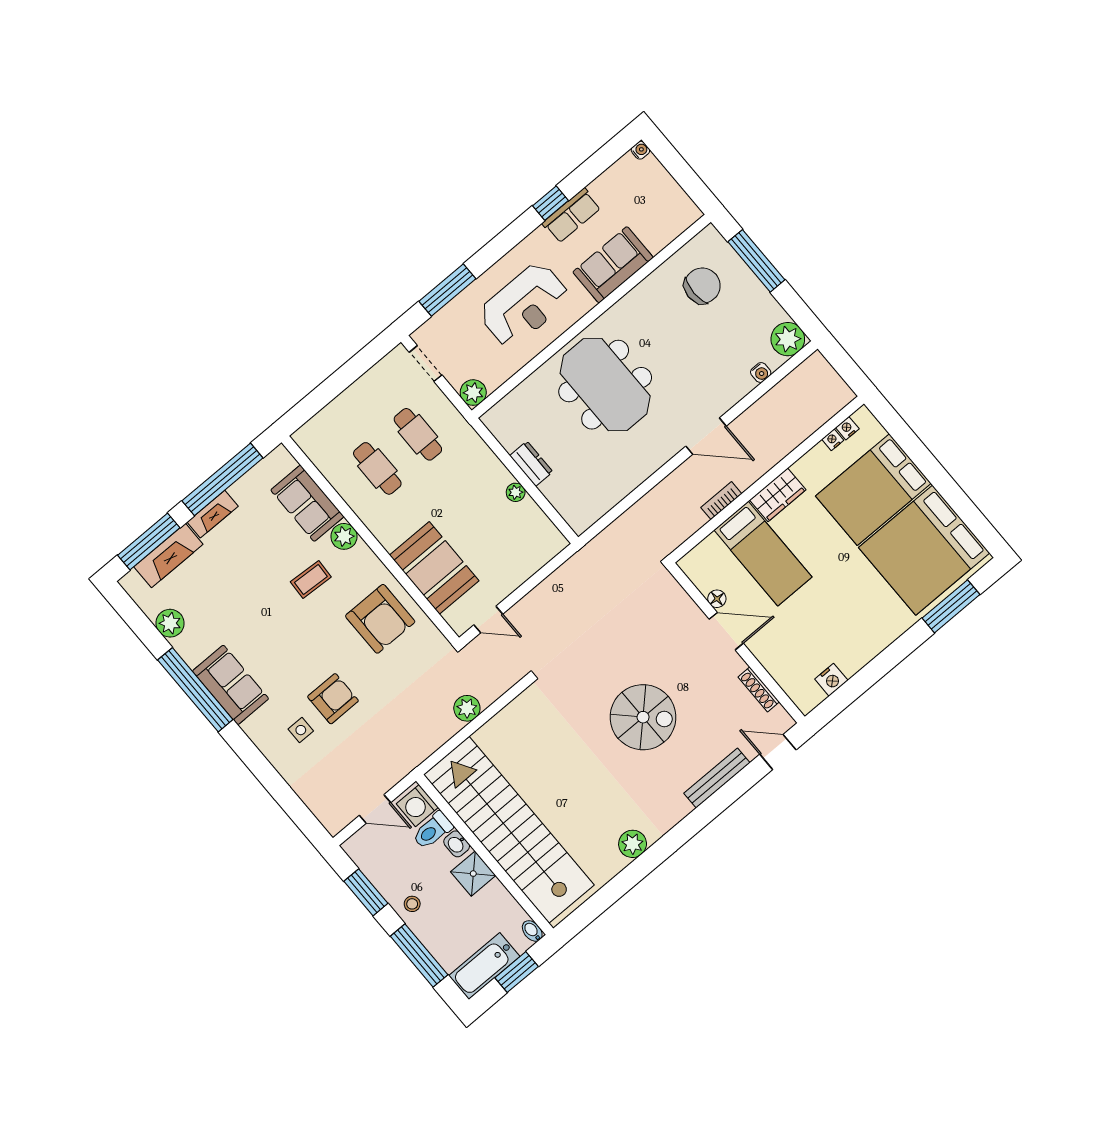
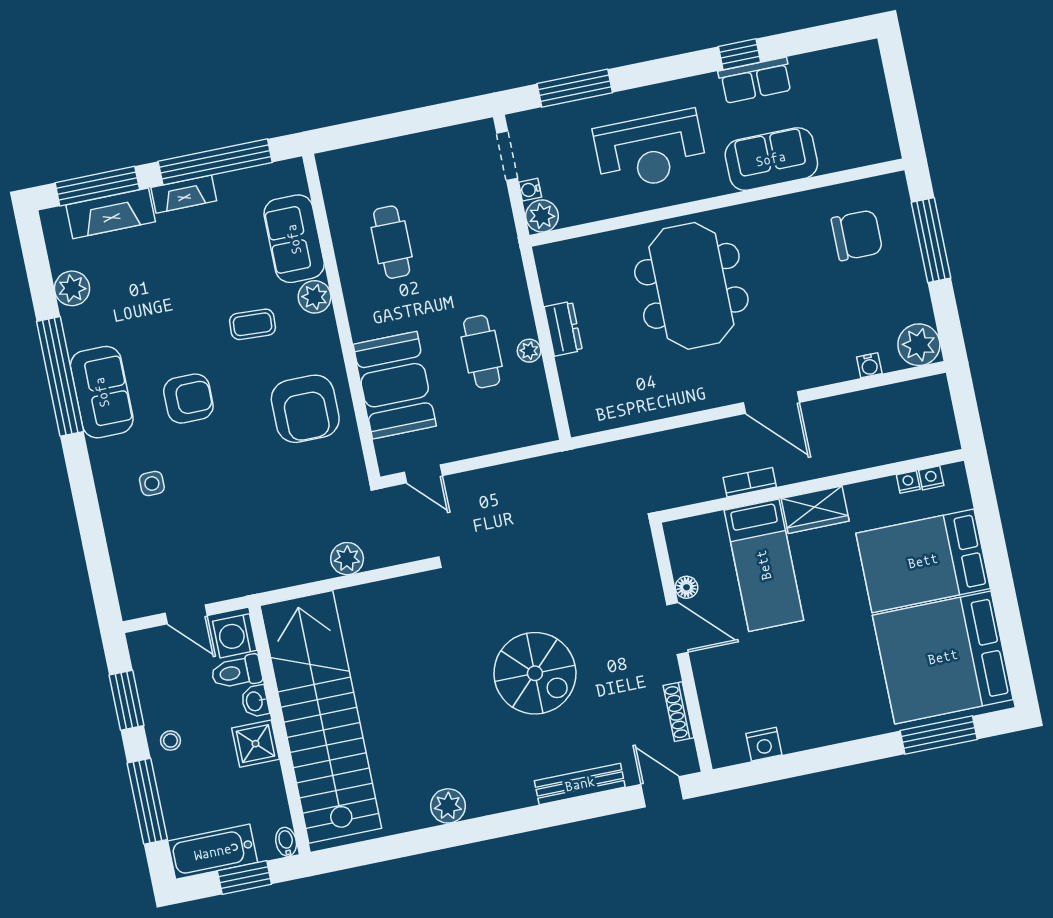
water cooler: (640, 150) -> (530, 190), moved, turned 180
cafe table: (418, 434) -> (482, 352), moved
armchair: (333, 699) -> (188, 399), moved

